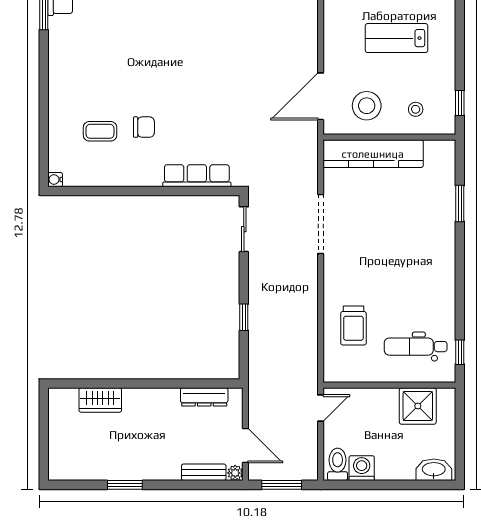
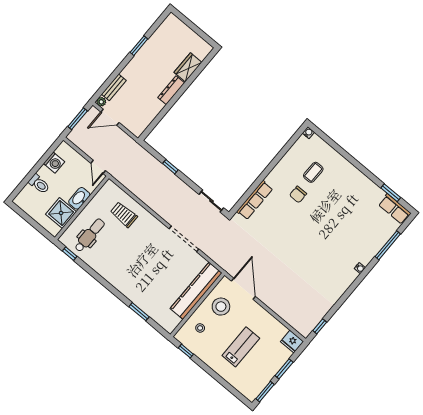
dresser: (204, 397) -> (171, 90), moved
toilet: (338, 464) -> (39, 184), moved
washbasin: (434, 470) -> (79, 198), moved, turned 180

